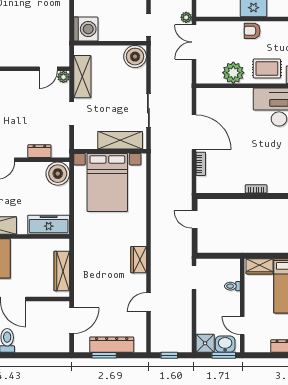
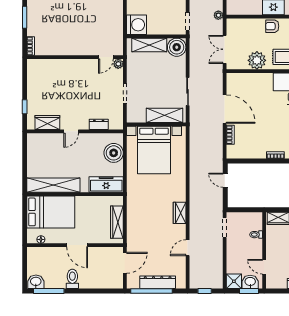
double door: (194, 42) -> (225, 49), moved
shelving: (82, 77) -> (149, 45), moved, turned 90
boiler: (58, 174) -> (114, 153), moved
window: (104, 355) -> (151, 291), width x2.11

